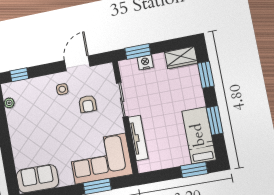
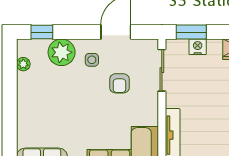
plant: (37, 88) -> (62, 52), added
sliding door: (122, 100) -> (162, 70), moved

